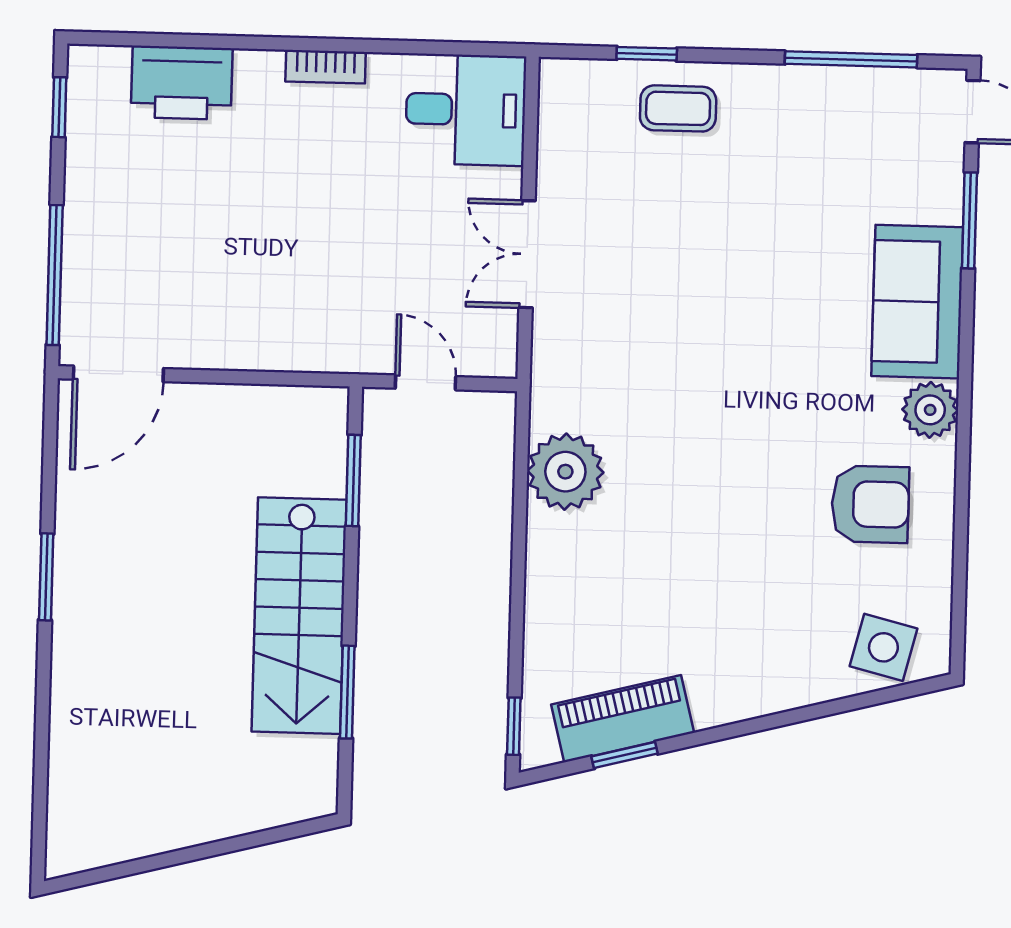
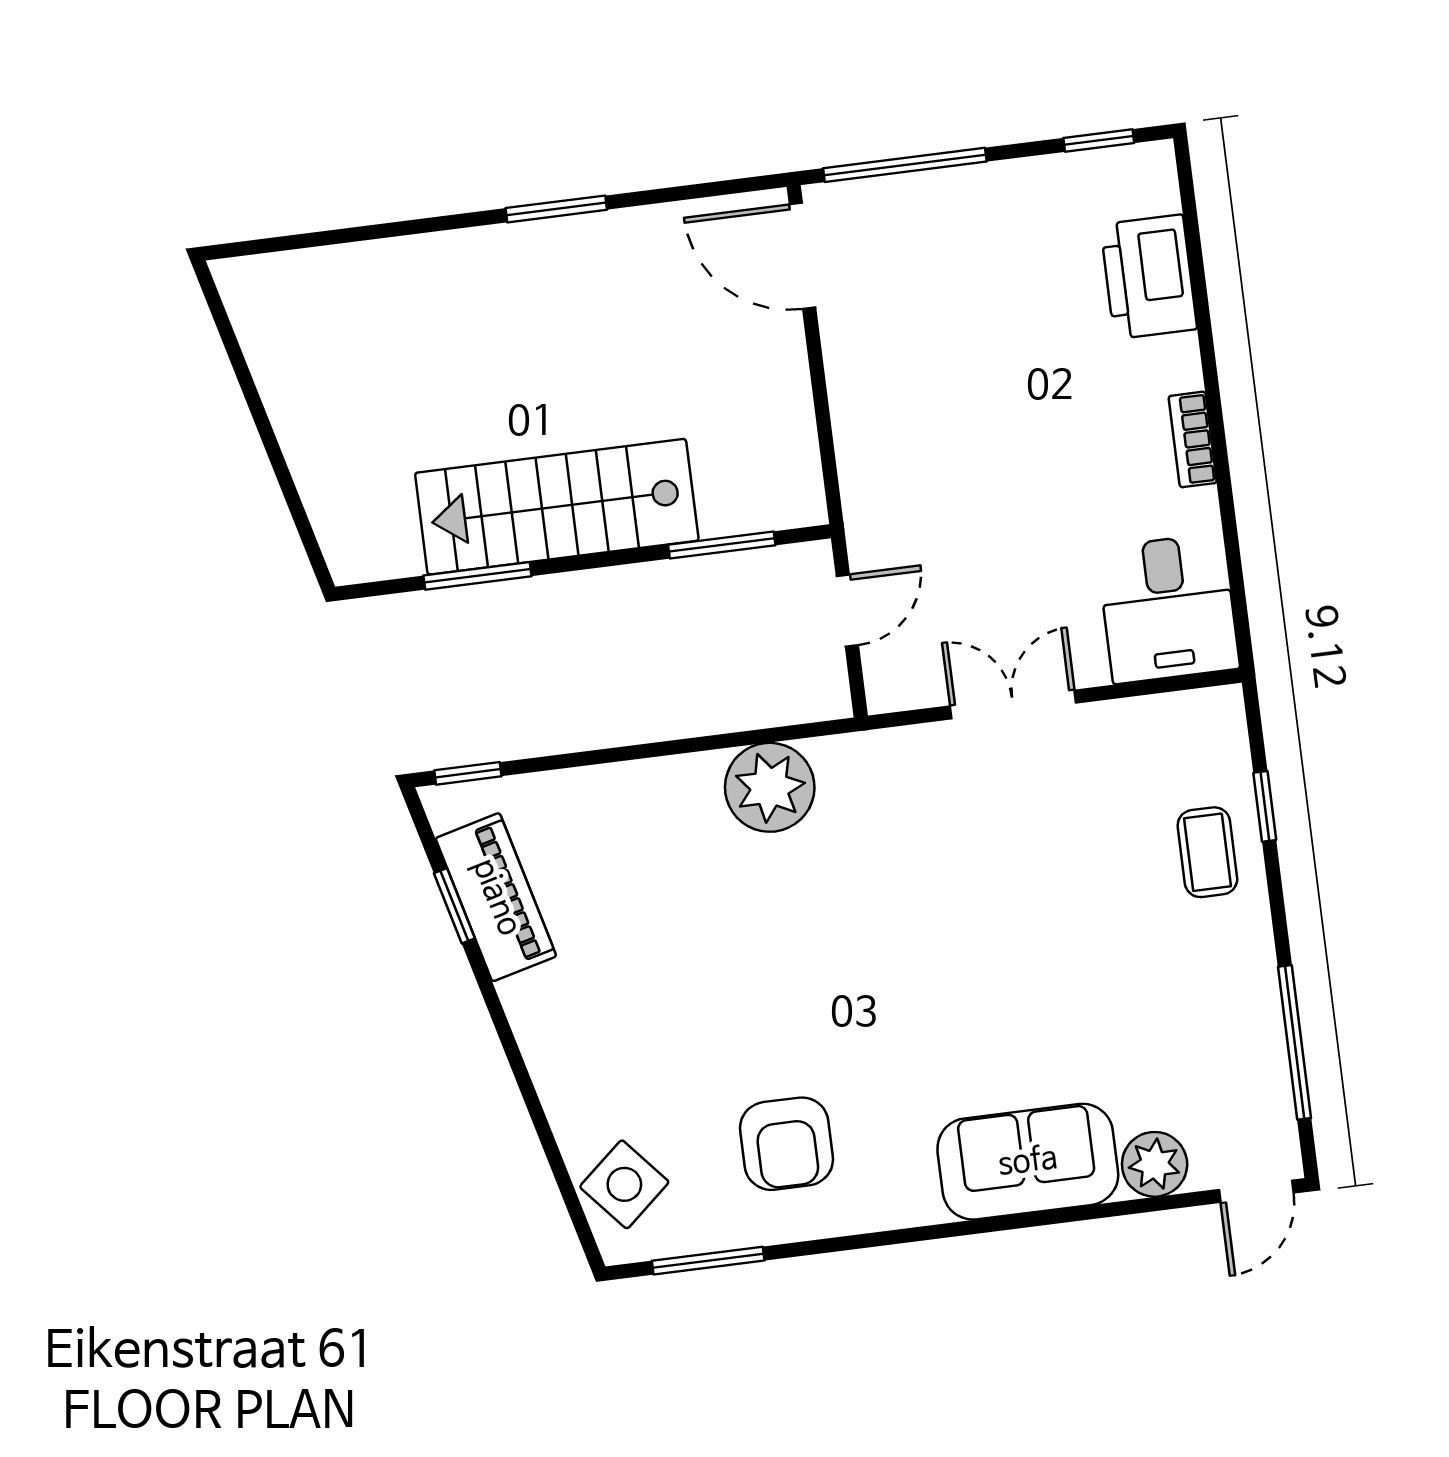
window: (969, 220) -> (708, 1261), moved
plant: (930, 410) -> (1155, 1164), moved
side table: (883, 647) -> (624, 1184), turned 35

